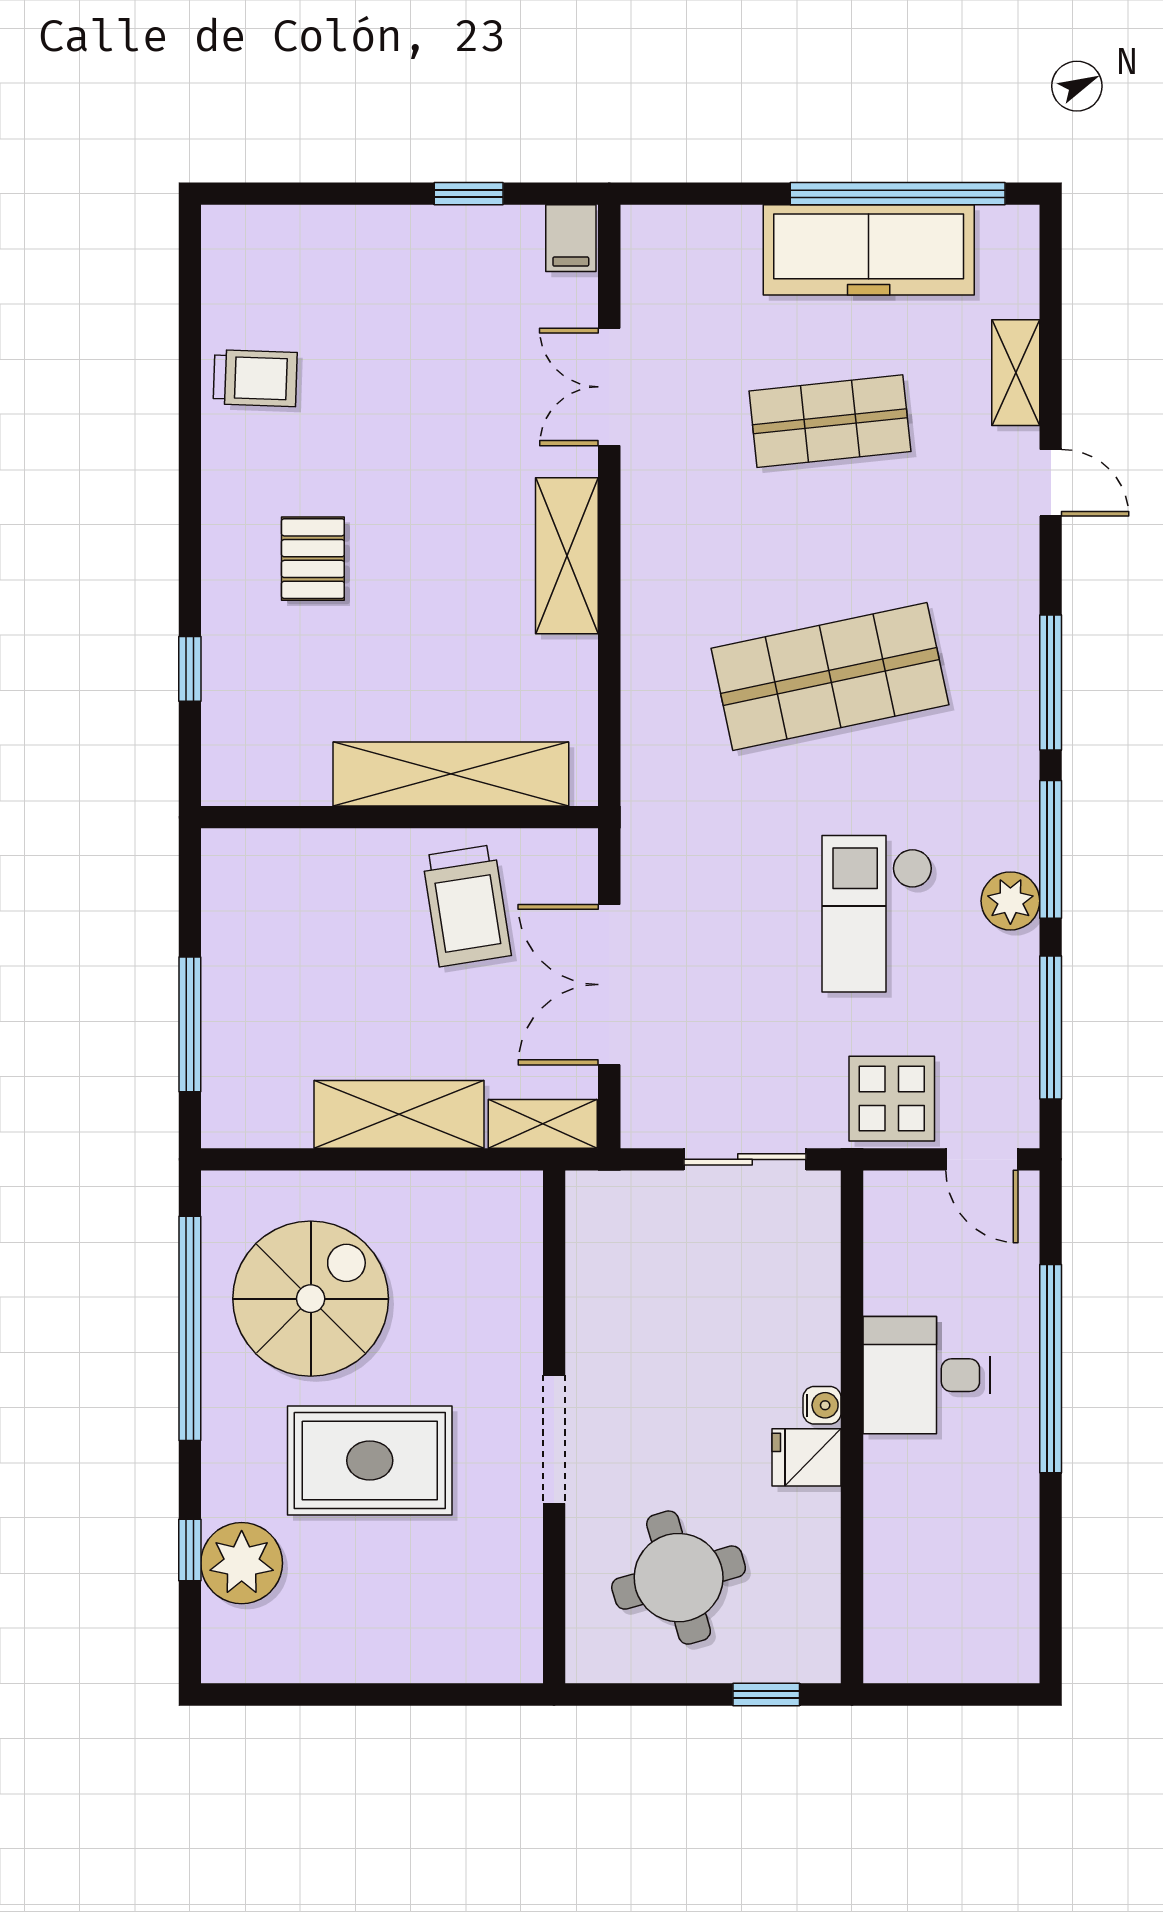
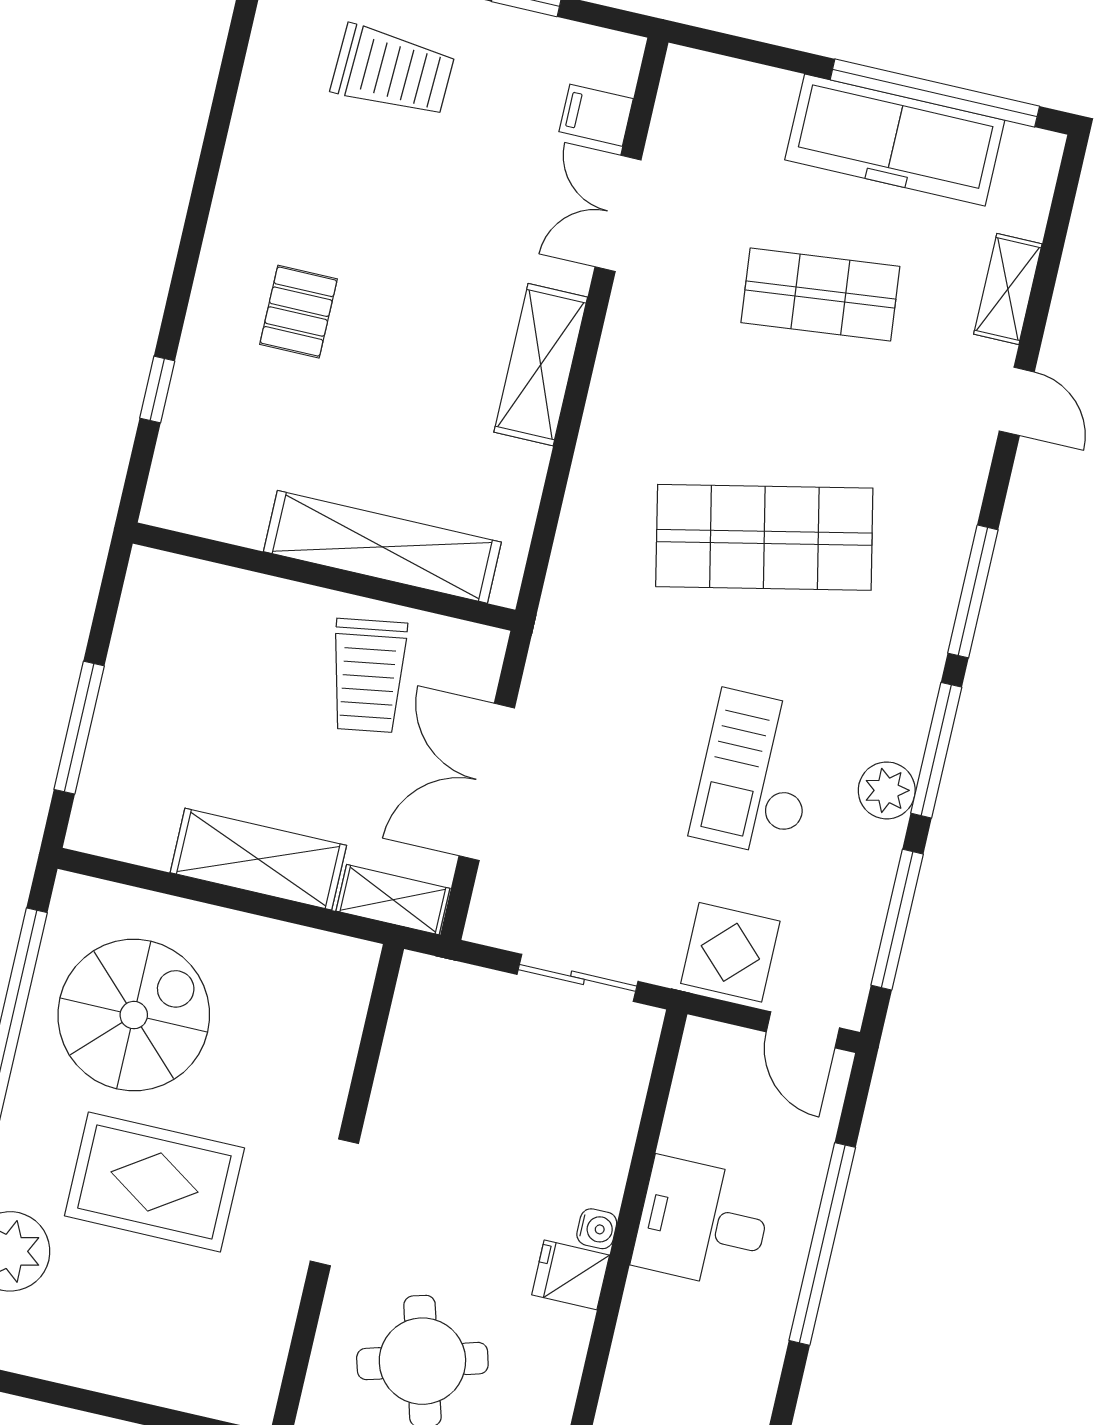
filing cabinet: (571, 238) -> (596, 115), moved, turned 90
trolley: (255, 378) -> (393, 71), moved, width x1.36, depth x1.39

